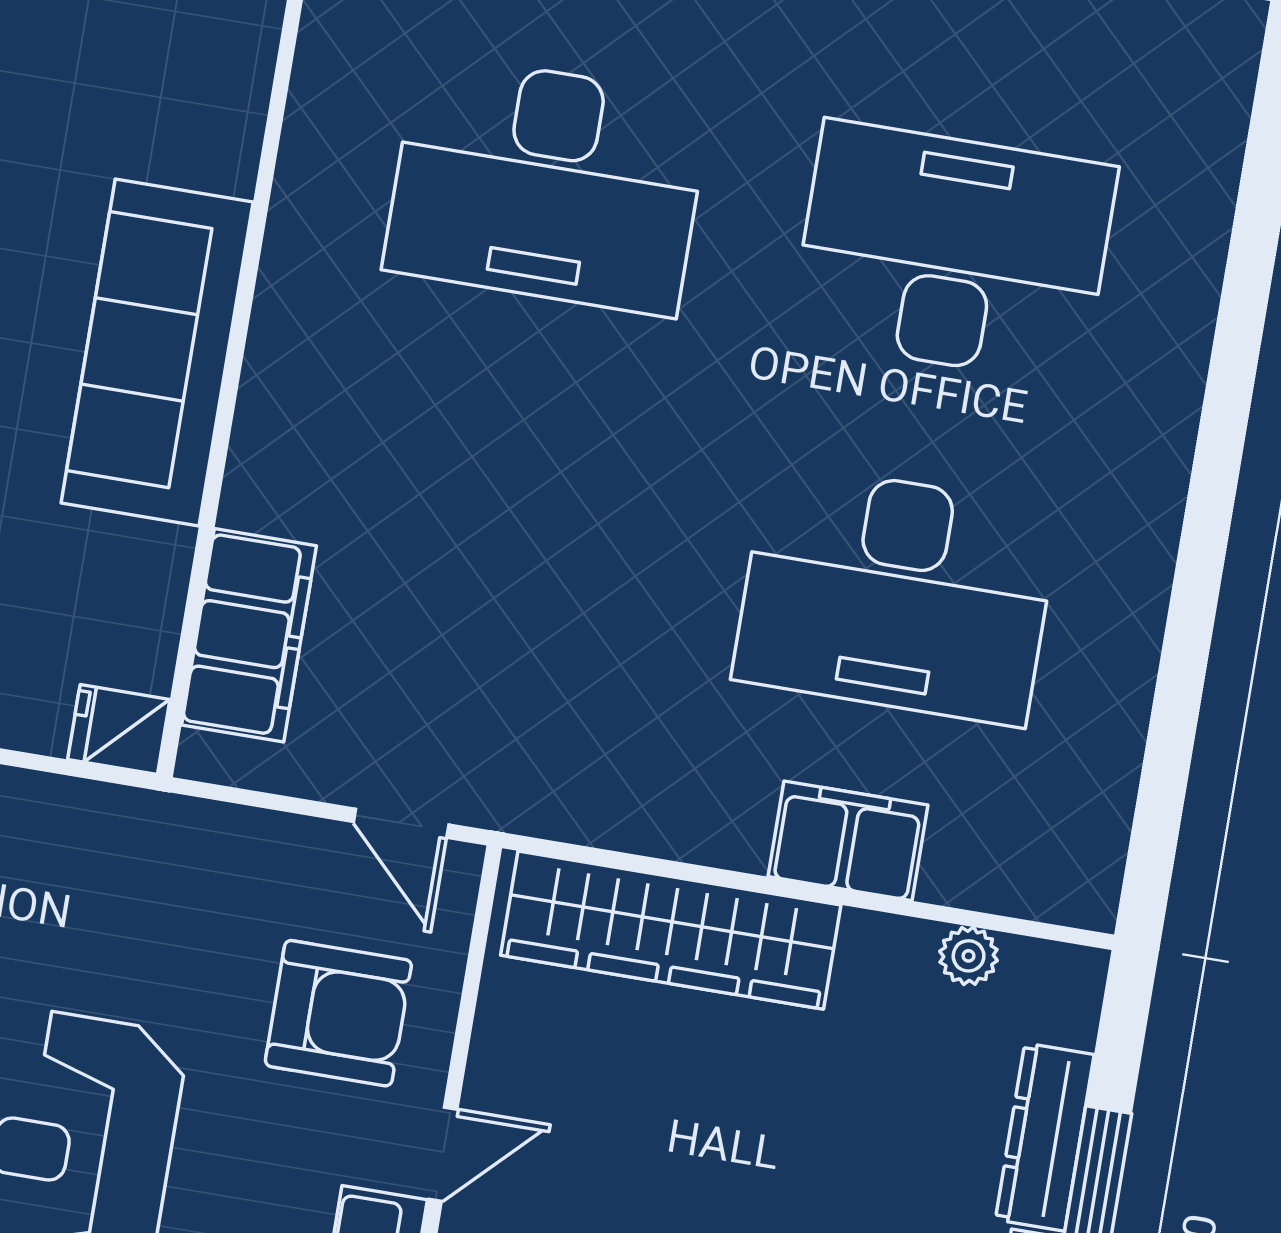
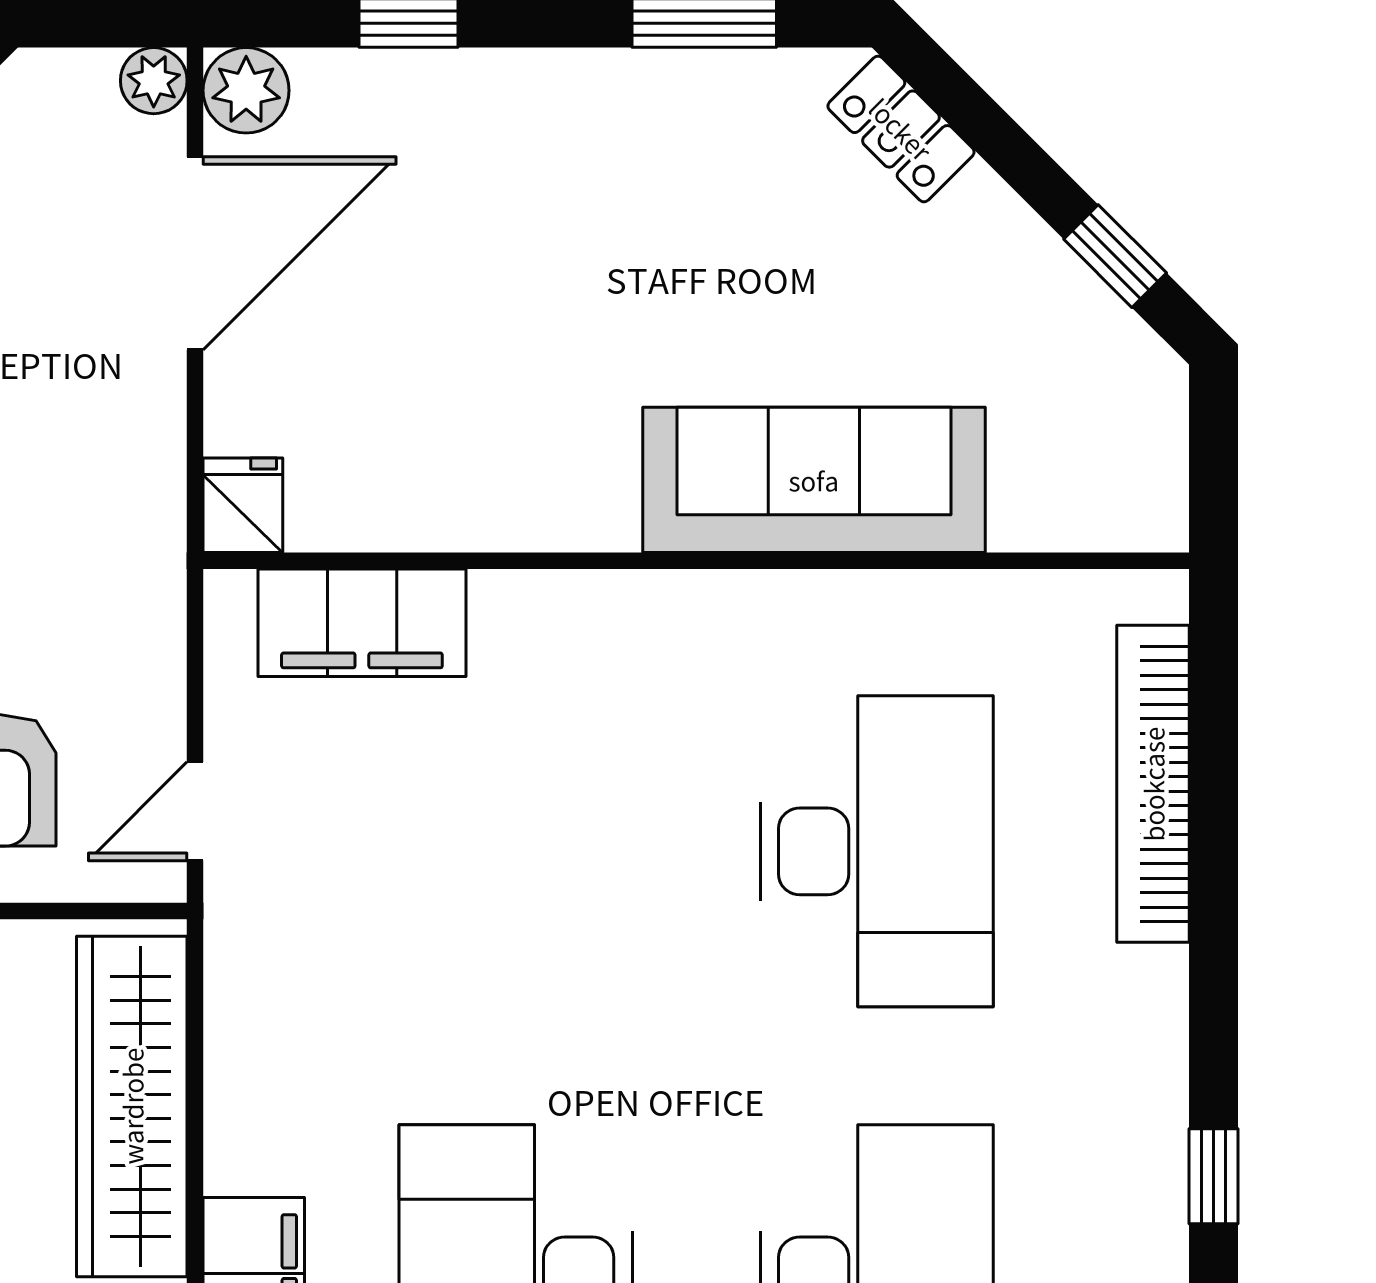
desk: (547, 184) -> (877, 851), turned 180
sofa: (157, 353) -> (814, 480), moved

